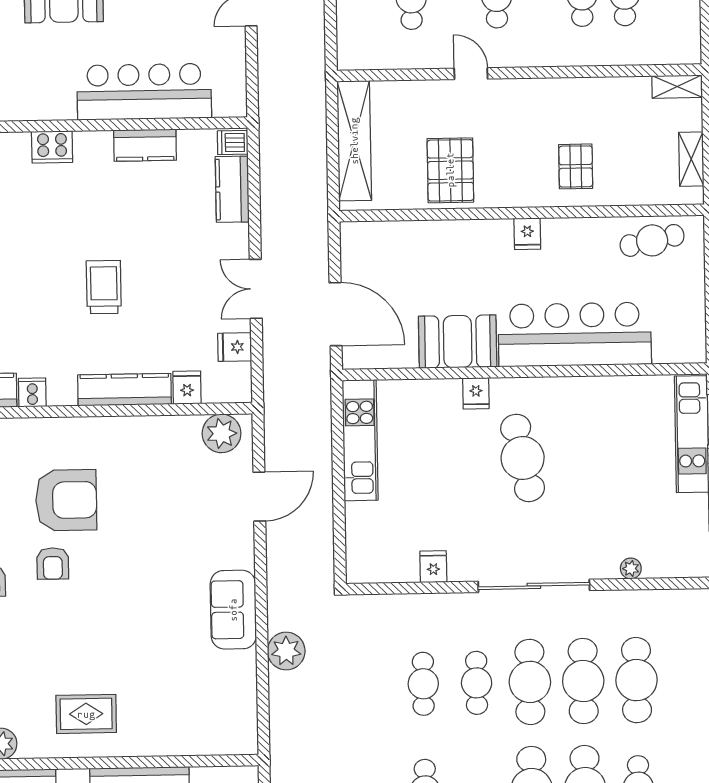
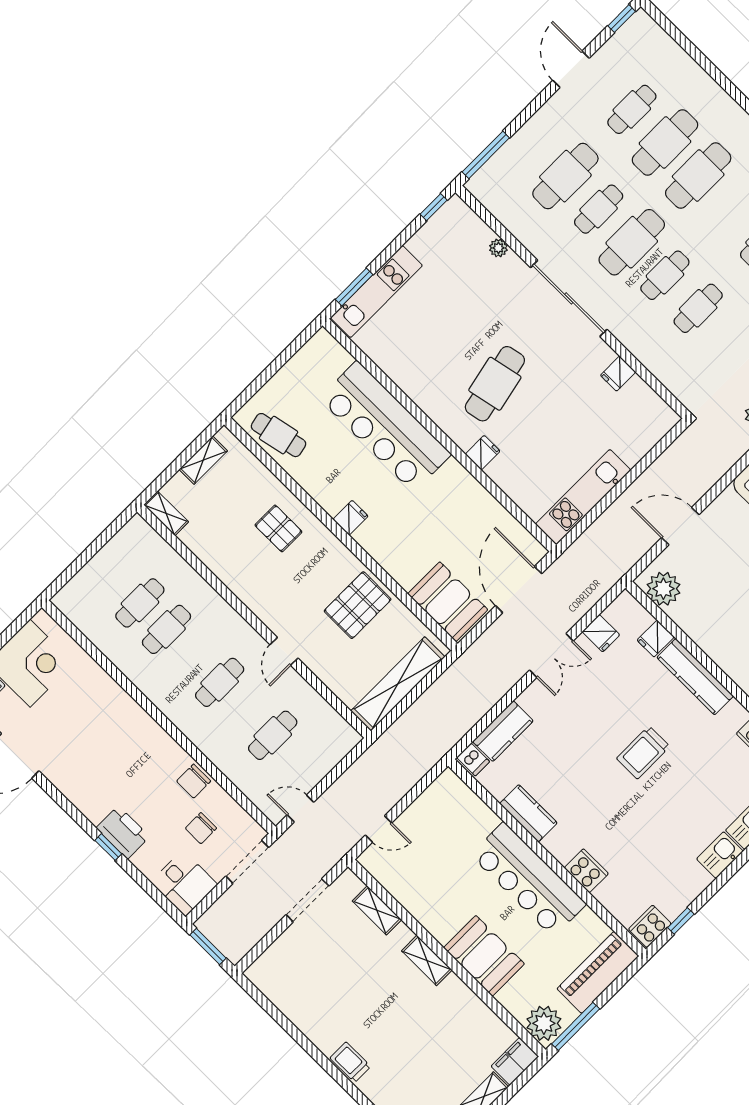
bar counter: (144, 92) -> (528, 879), moved
pallet: (576, 166) -> (278, 528), turned 90
booth: (458, 342) -> (448, 602), moved
cafe table: (583, 681) -> (599, 209), width x0.73, depth x0.74

